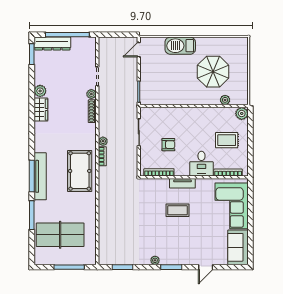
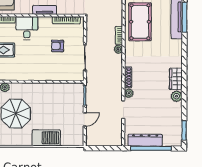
dresser: (52, 43) -> (145, 140), moved
door: (139, 50) -> (85, 119), moved

